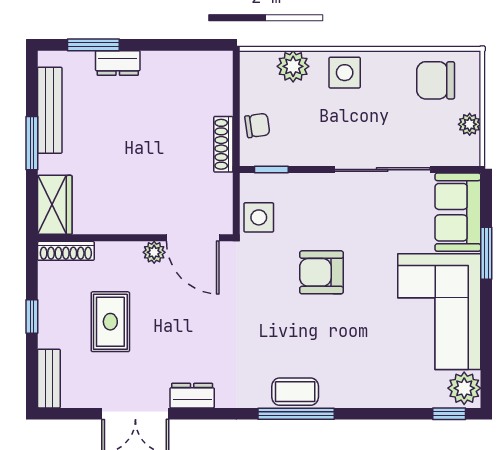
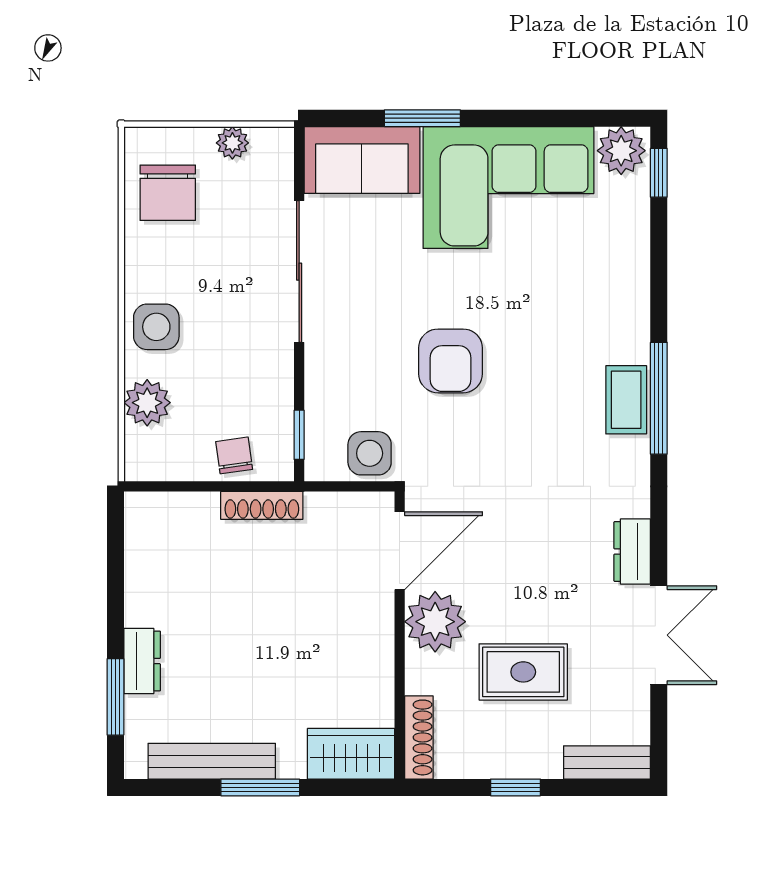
plant: (154, 252) -> (435, 622), width x1.88, depth x1.88

